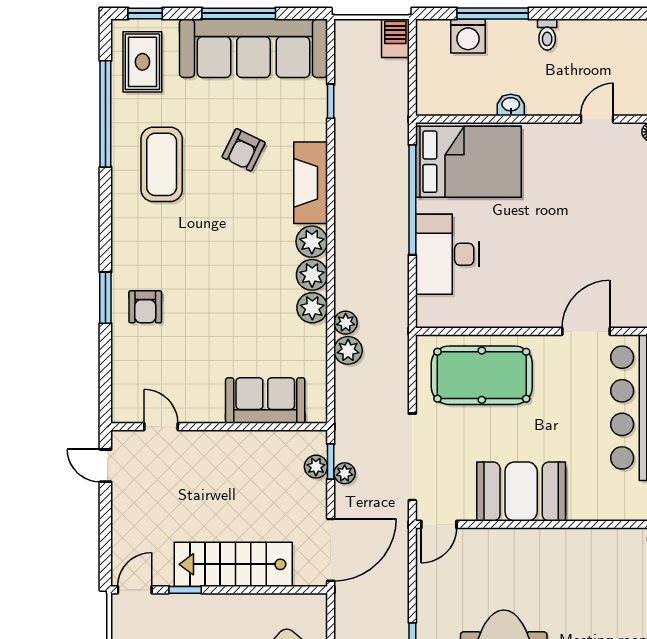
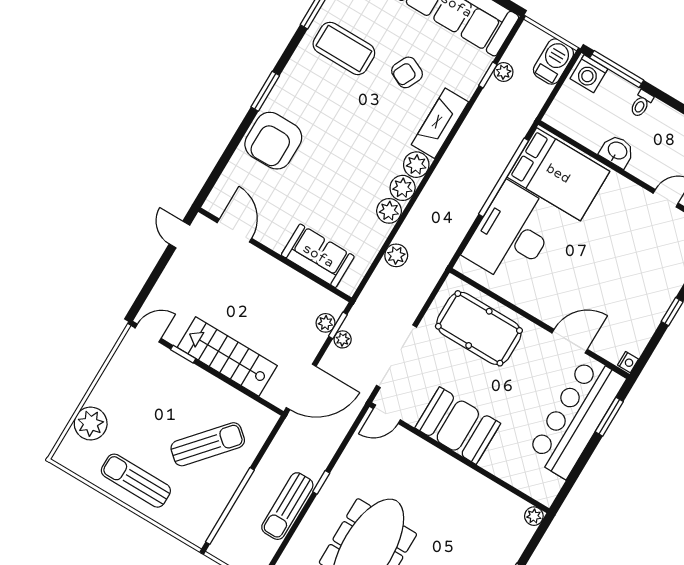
window: (493, 13) -> (617, 69), moved
toilet: (547, 35) -> (641, 104), moved
washing machine: (468, 36) -> (589, 74), moved
barbecue: (395, 38) -> (553, 62), width x1.38, depth x1.27
washbasin: (511, 105) -> (617, 151), width x1.38, depth x1.45
coffee table: (162, 164) -> (344, 48), turned 90
desk: (447, 254) -> (512, 234), width x1.36, depth x1.30
window: (105, 298) -> (265, 91), moved
armchair: (145, 307) -> (273, 141), width x1.88, depth x1.88
plant: (346, 323) -> (504, 72), moved
door: (161, 427) -> (234, 231), width x1.38

